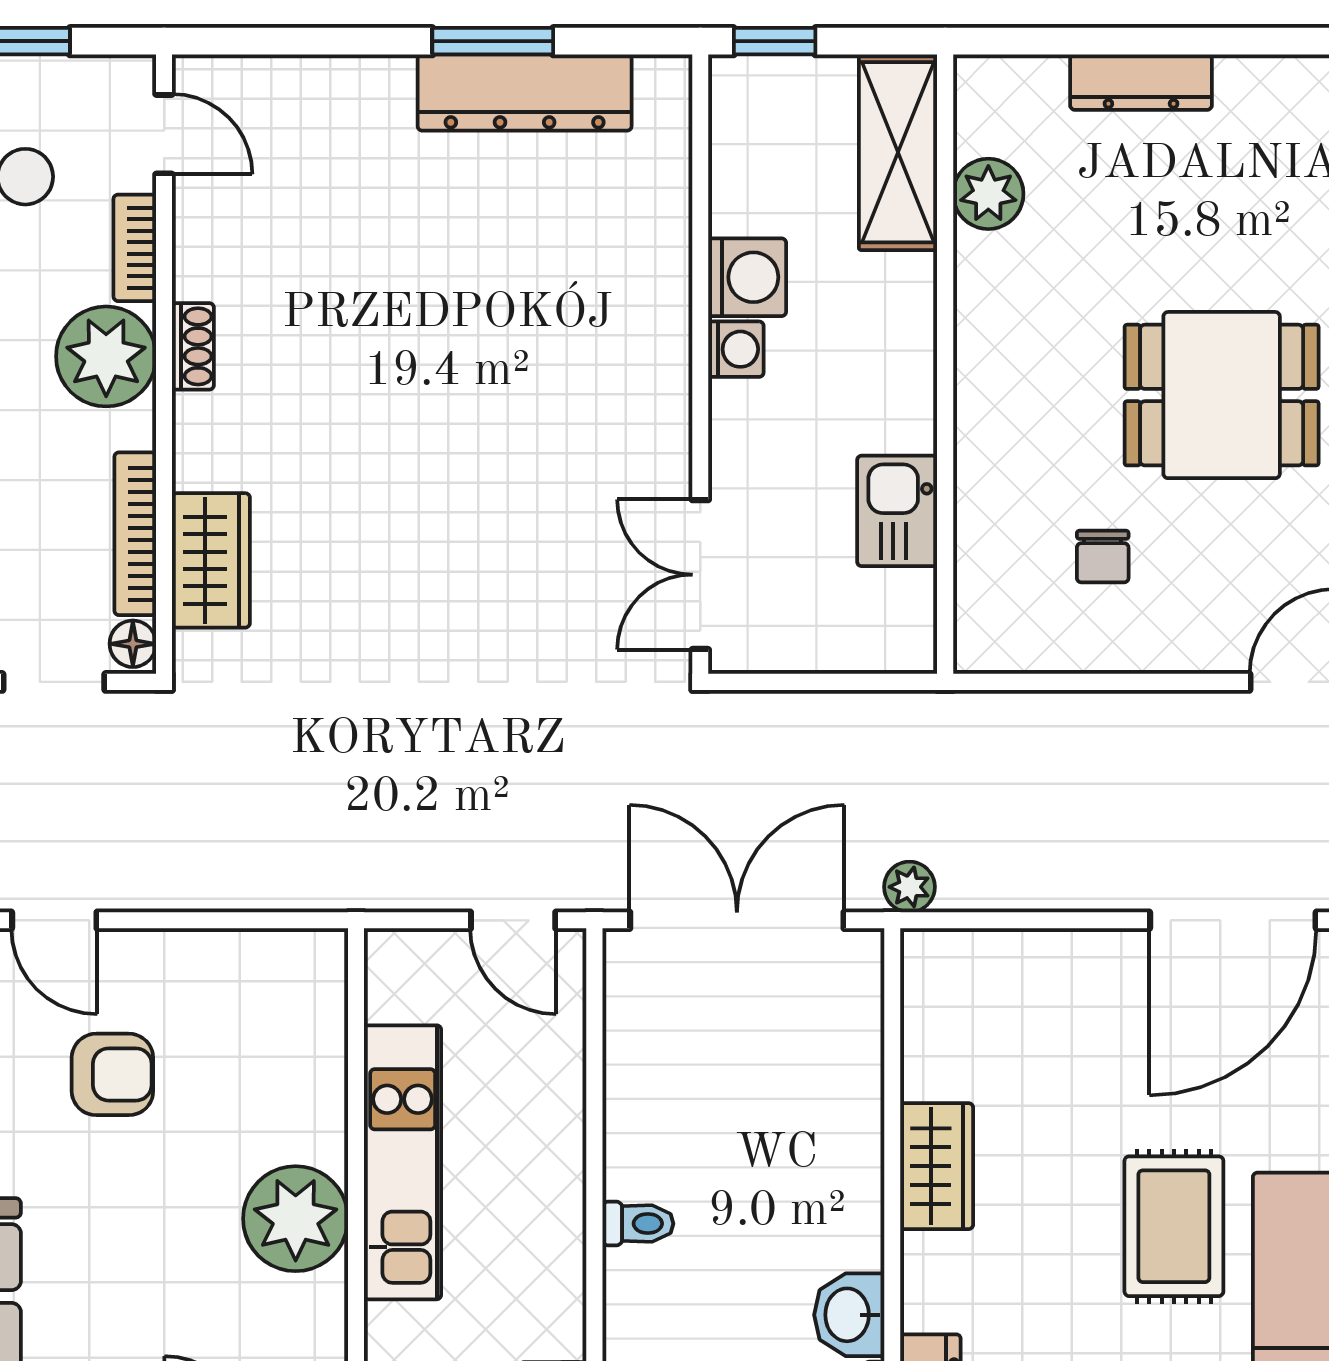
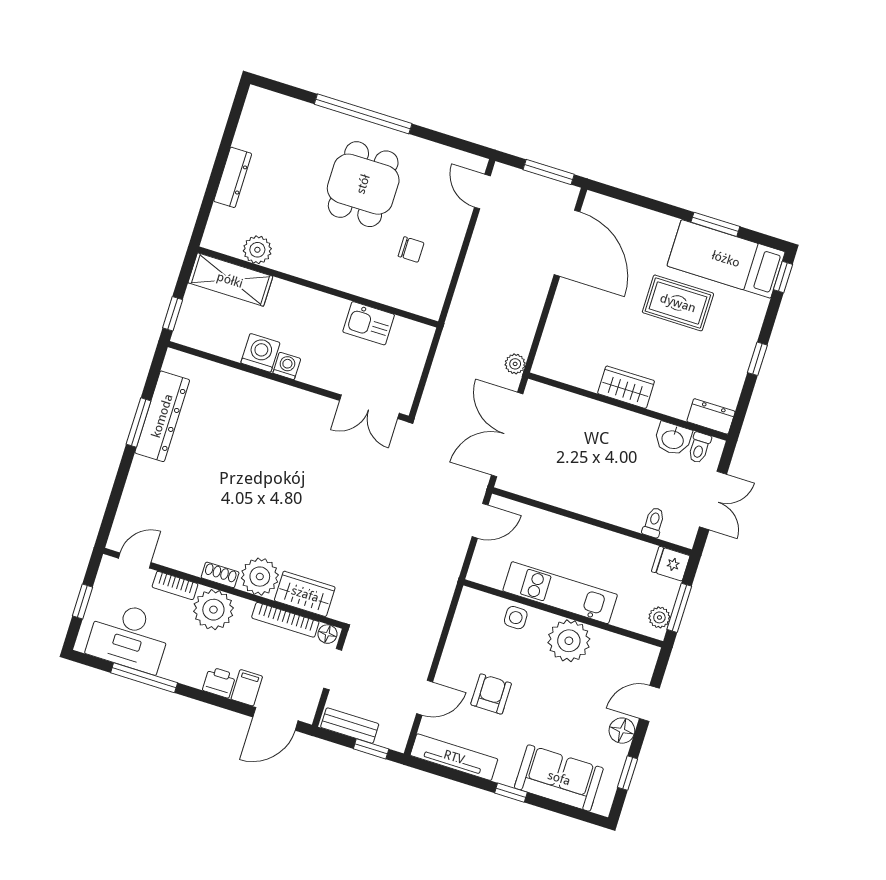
plant: (219, 441) -> (260, 577), added
side table: (311, 1076) -> (516, 618), added
toilet: (638, 1224) -> (654, 522), moved

